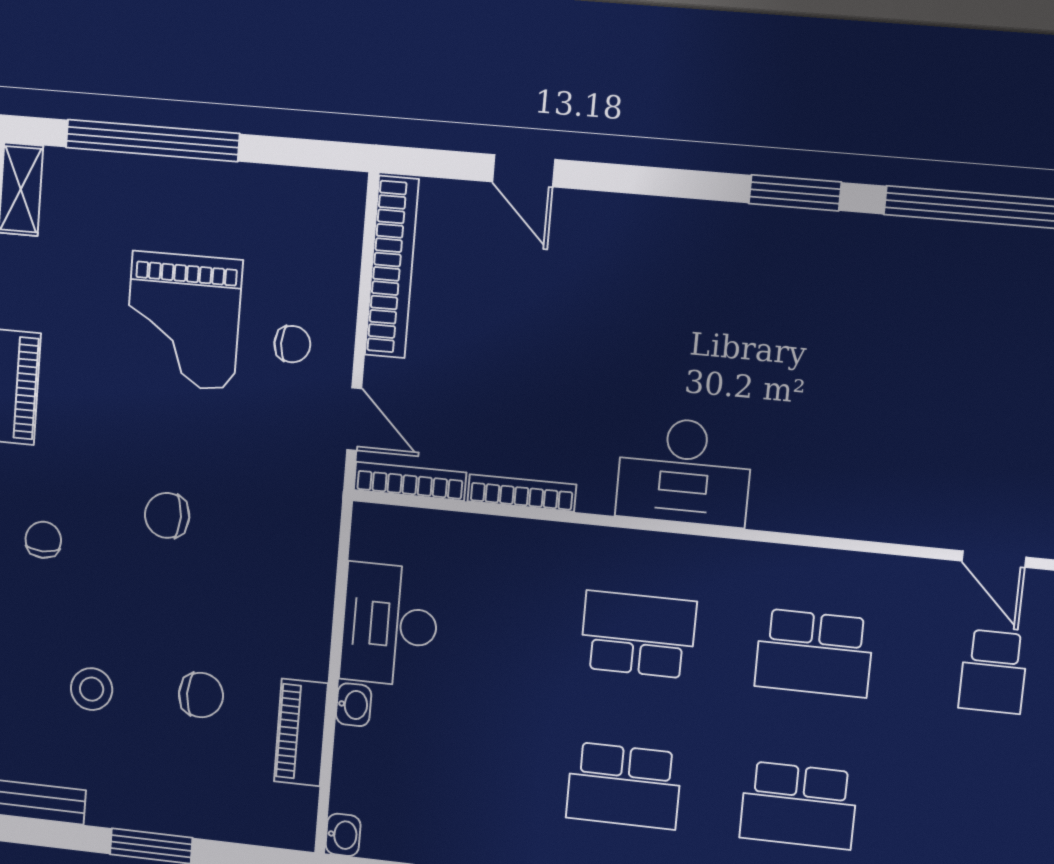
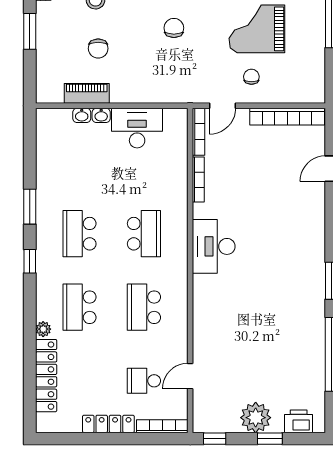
chair: (292, 344) -> (251, 77), turned 180
washbasin: (343, 835) -> (82, 115), moved

